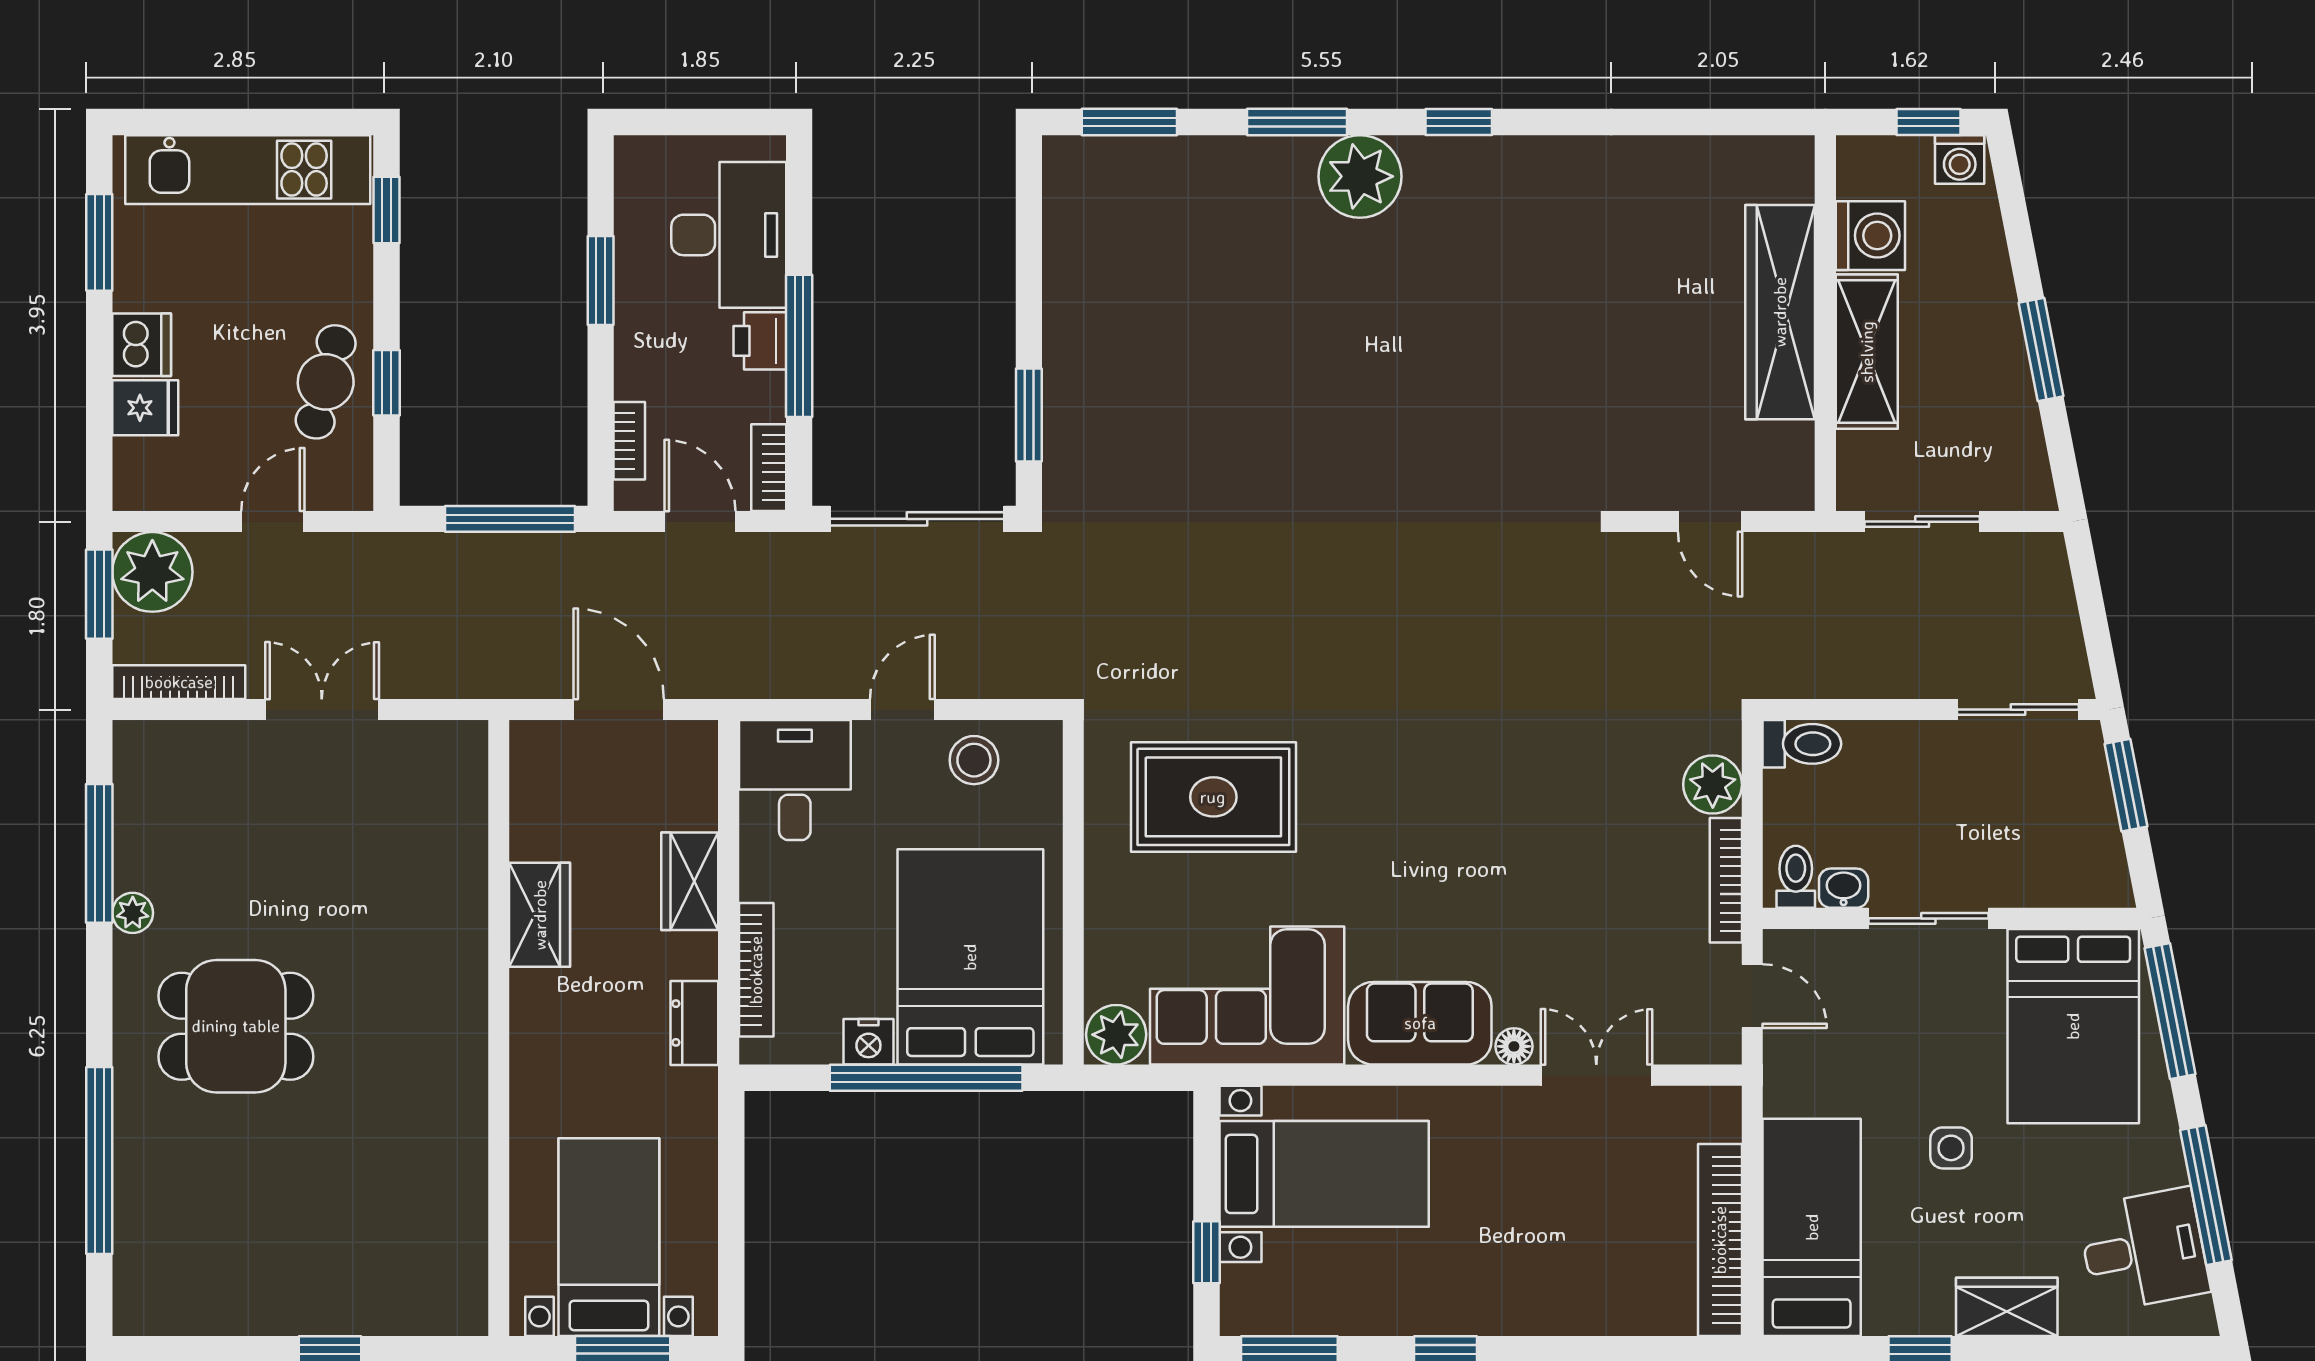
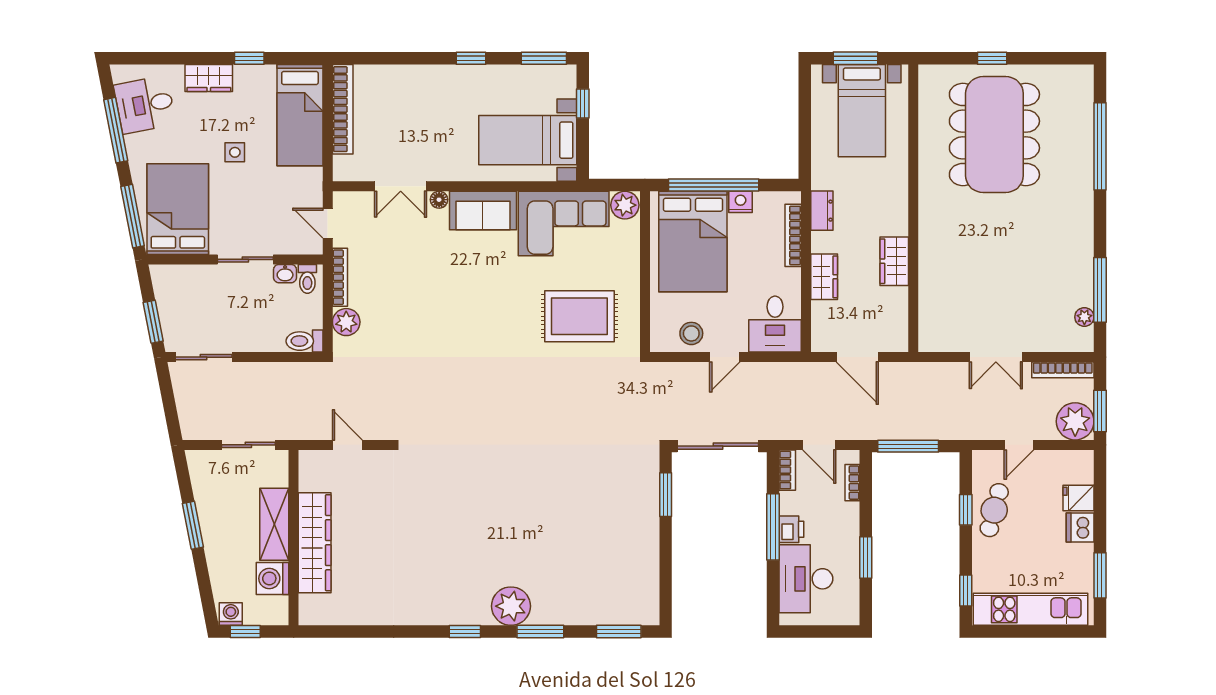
plant: (133, 913) -> (1084, 317), moved
dining table: (236, 1026) -> (994, 135), moved, width x1.87, depth x1.24

